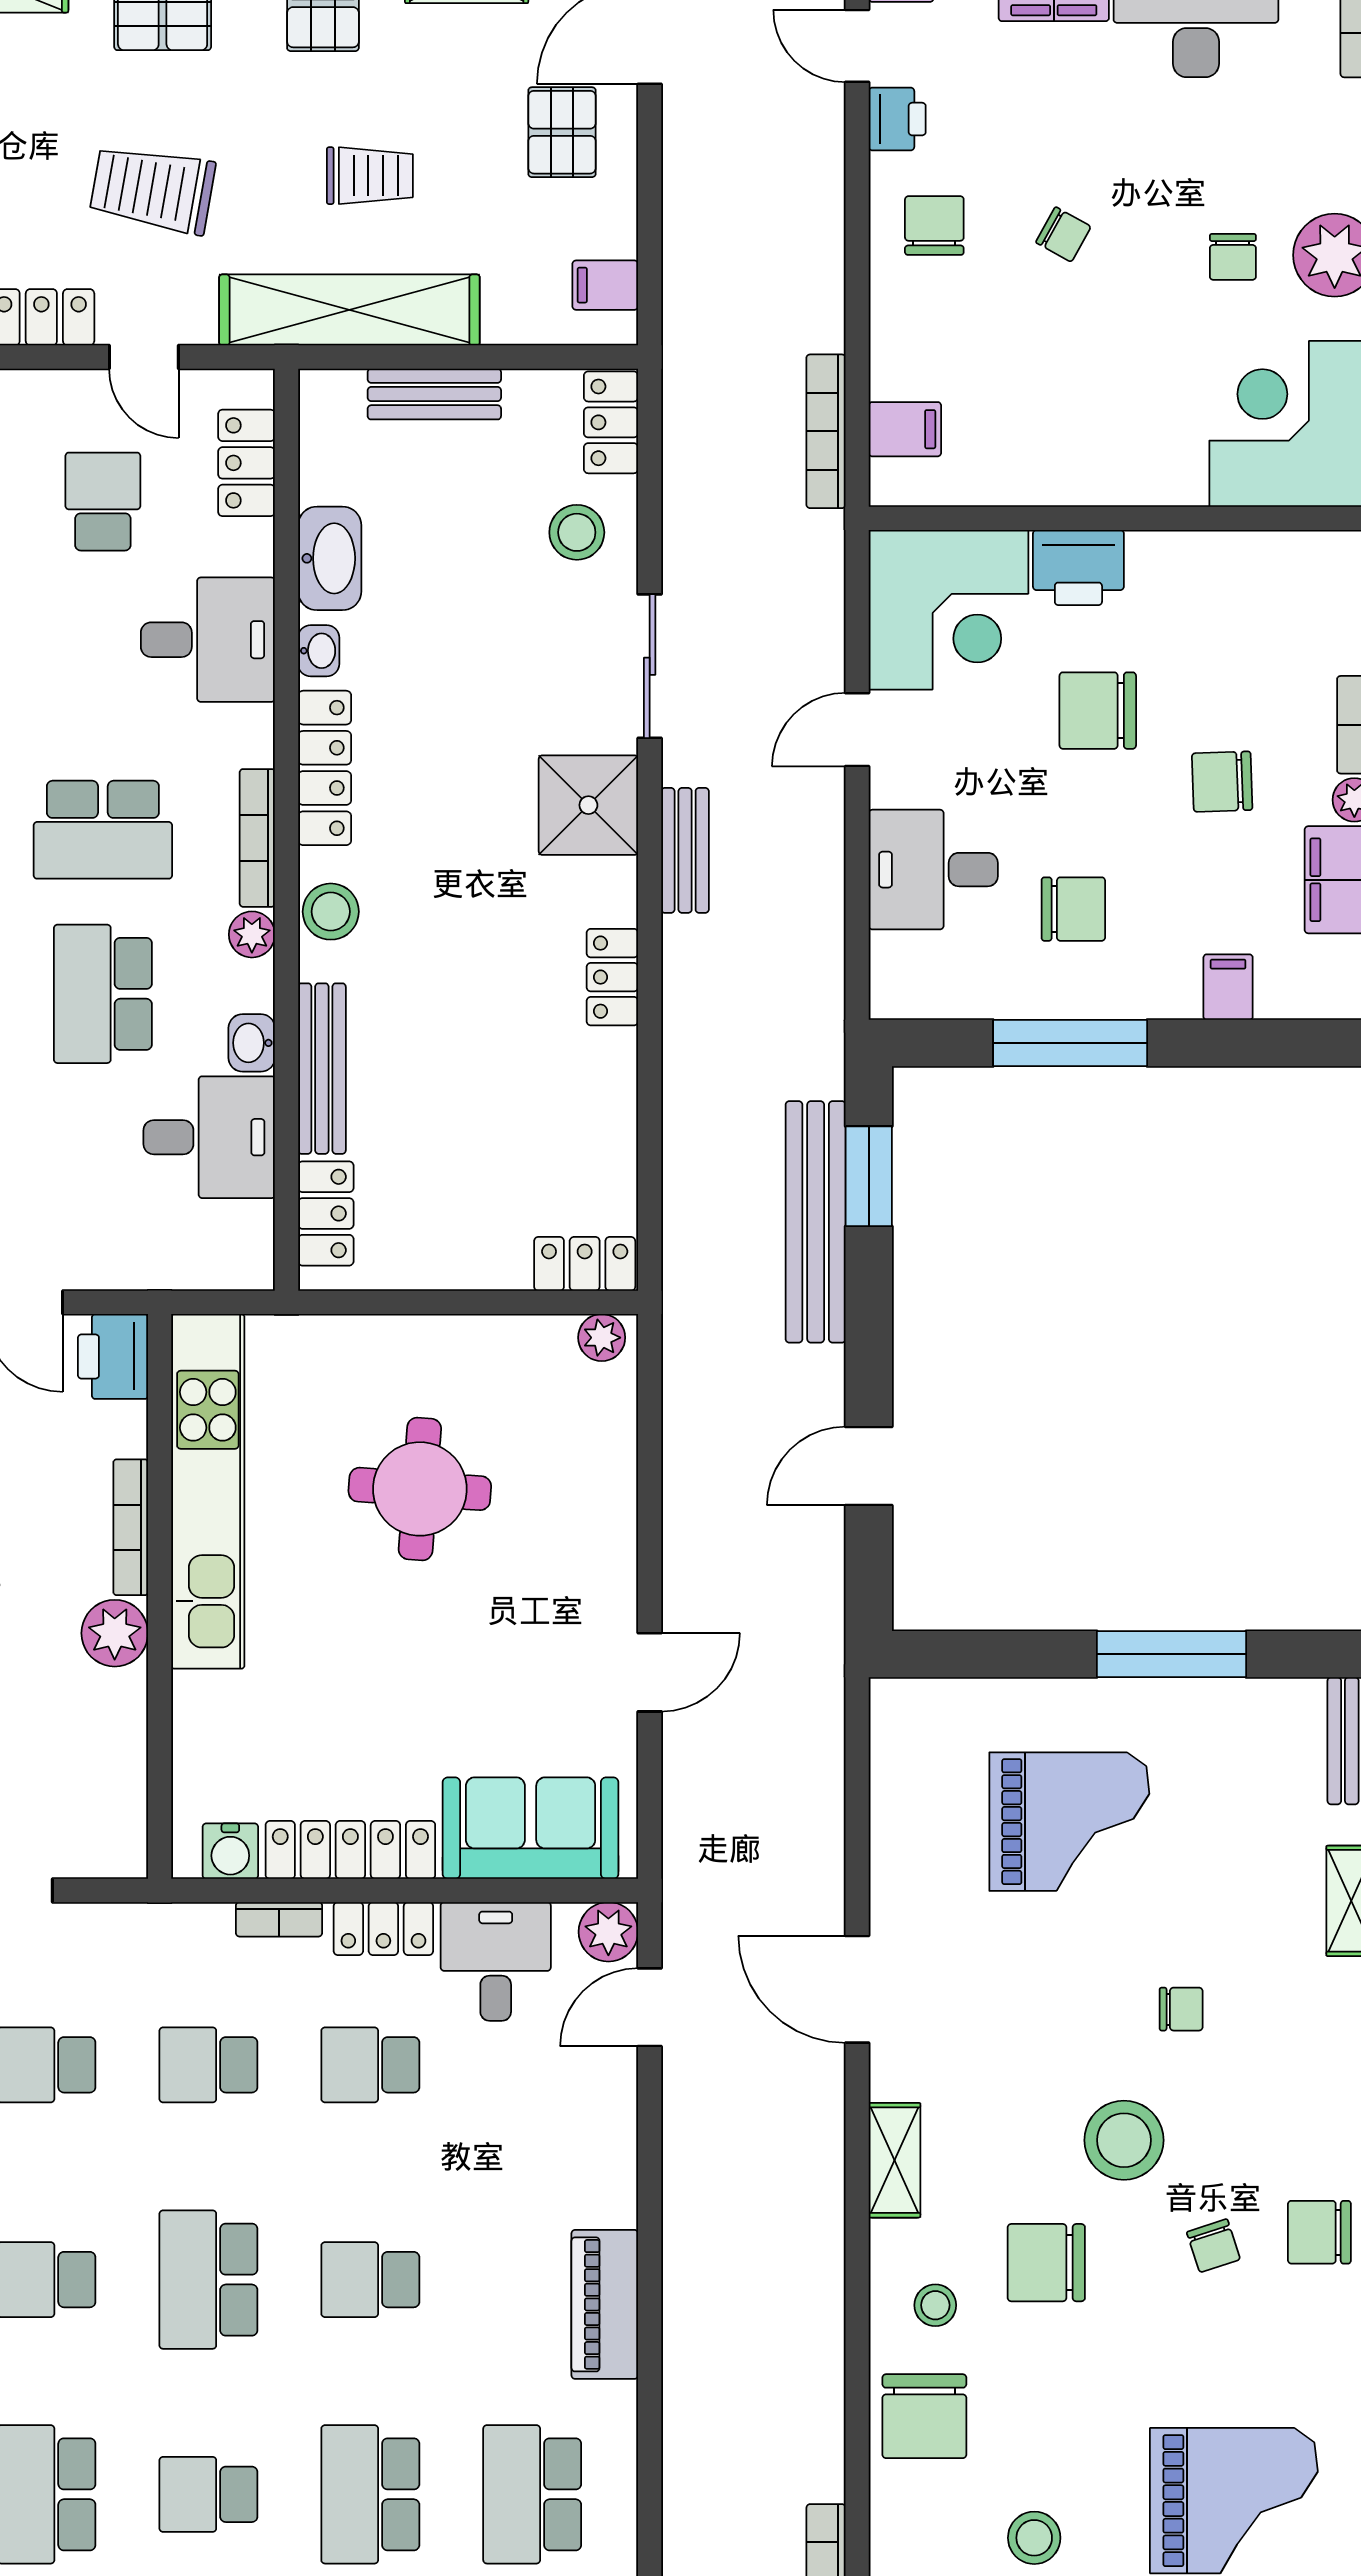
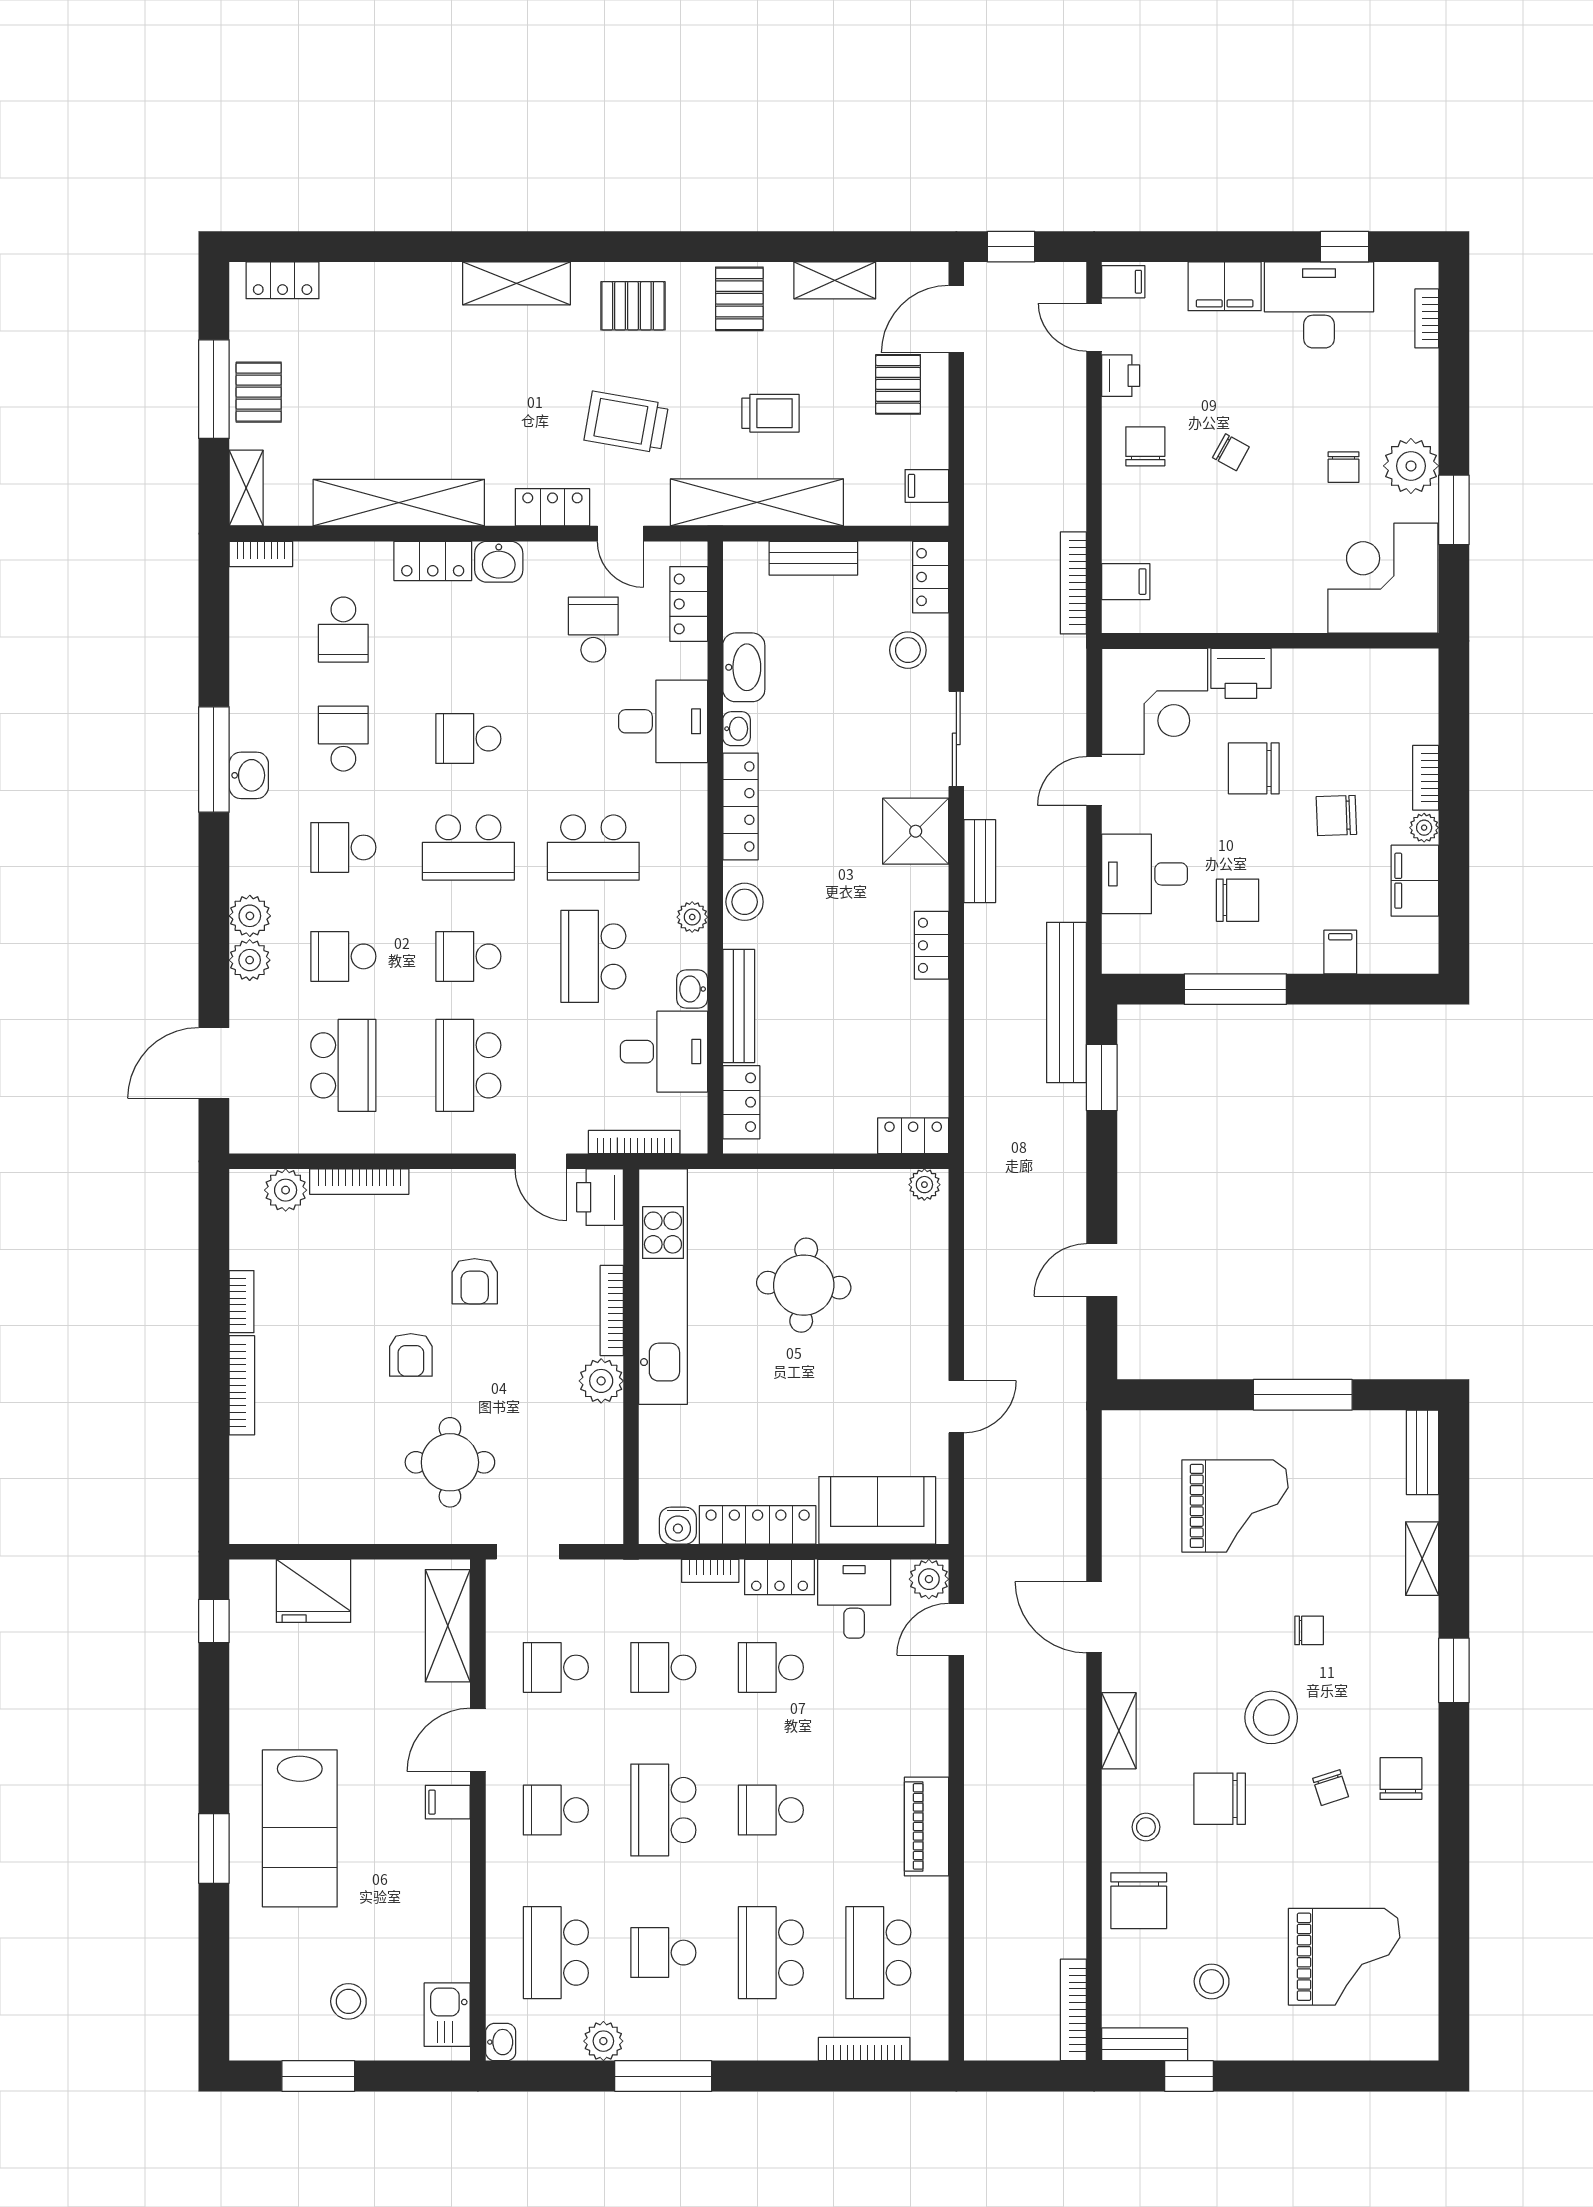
bookcase: (257, 838) -> (634, 1142), moved, turned 90
bench: (816, 1222) -> (1066, 1002), moved
chair: (1319, 2232) -> (1401, 1779), turned 90

